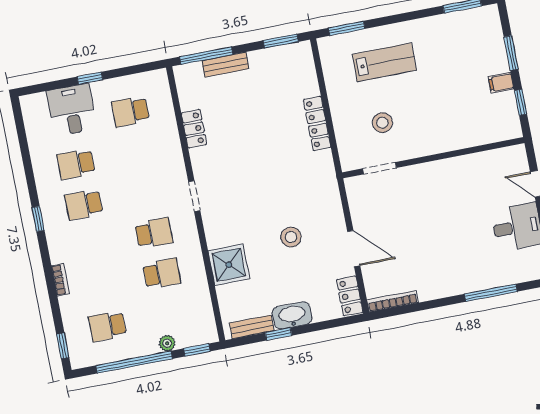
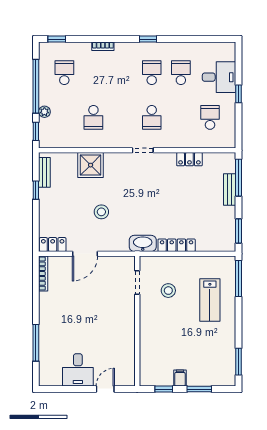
window: (347, 28) -> (238, 278), width x1.44
school desk: (154, 233) -> (152, 117), moved
washbasin: (292, 315) -> (143, 243), moved, turned -90

